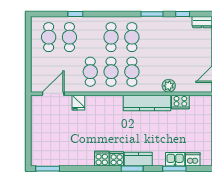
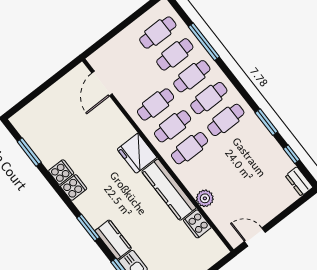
window: (75, 14) -> (204, 42), width x2.17
cafe table: (90, 37) -> (192, 76), added
door: (53, 94) -> (102, 84), swing flipped
fridge: (78, 103) -> (137, 153), moved, width x1.88, depth x1.34
cooker: (117, 159) -> (61, 172), moved
kitchen counter: (138, 159) -> (113, 240), moved
window: (48, 169) -> (29, 152), moved

